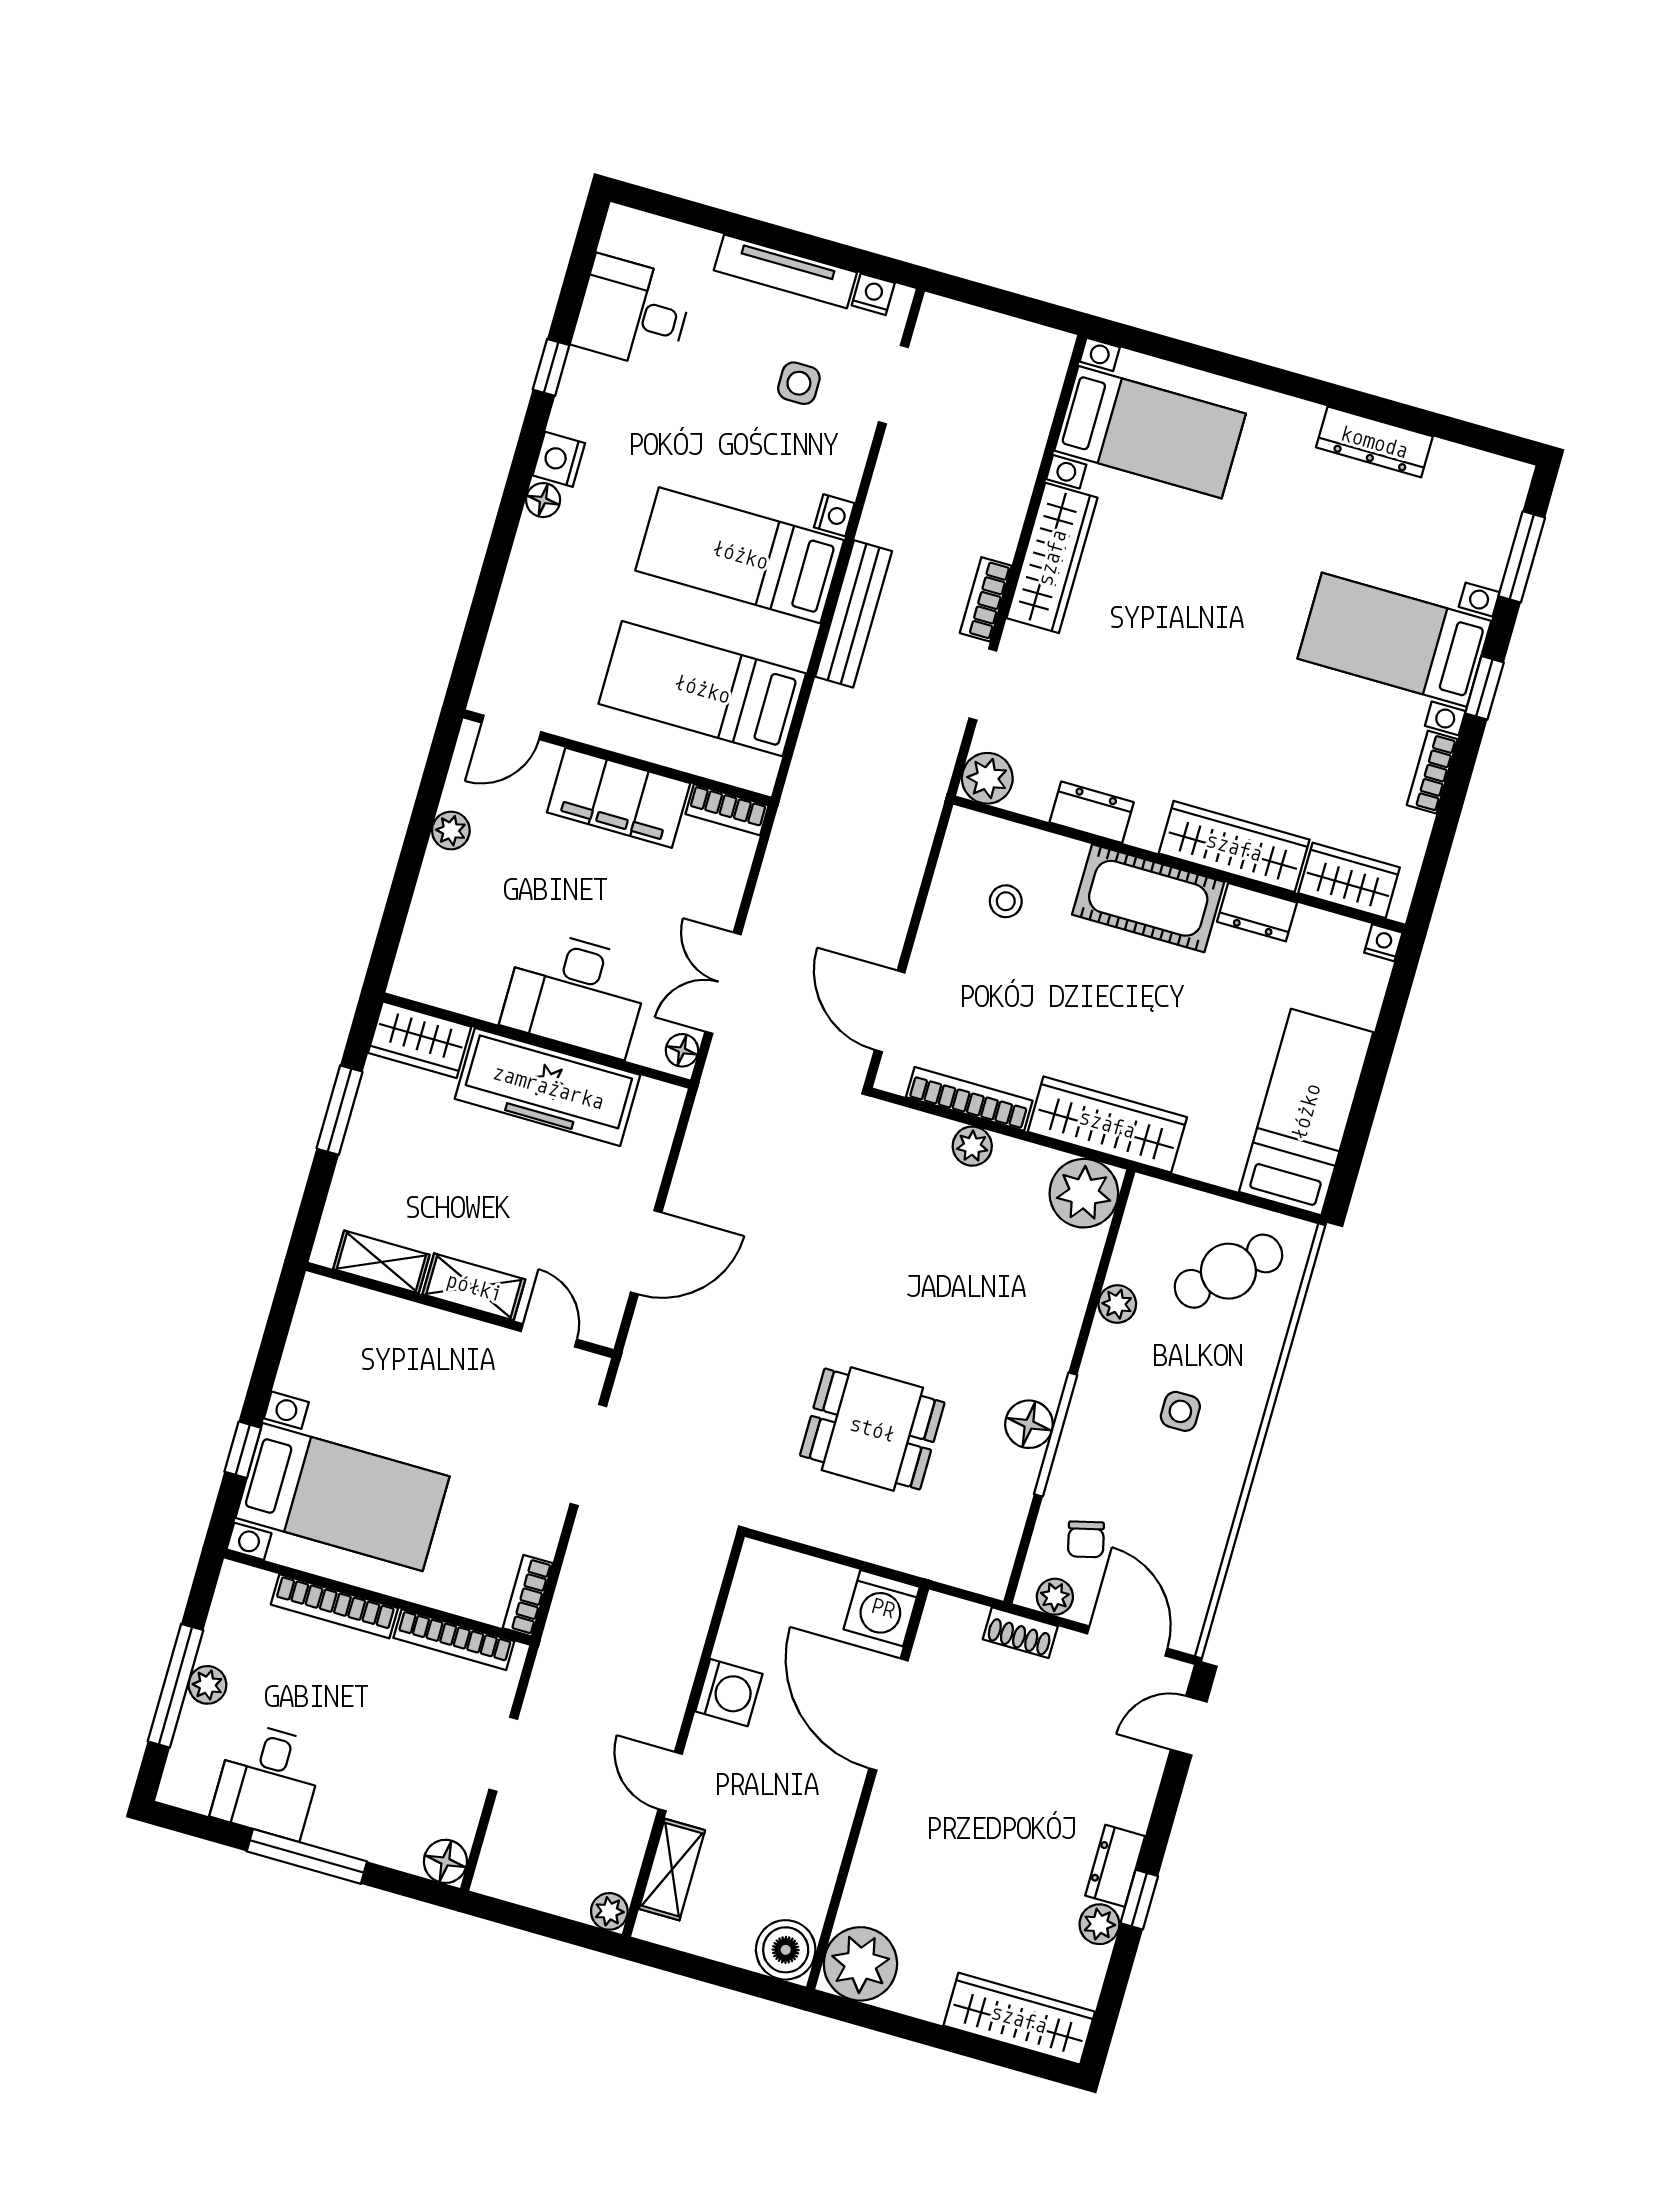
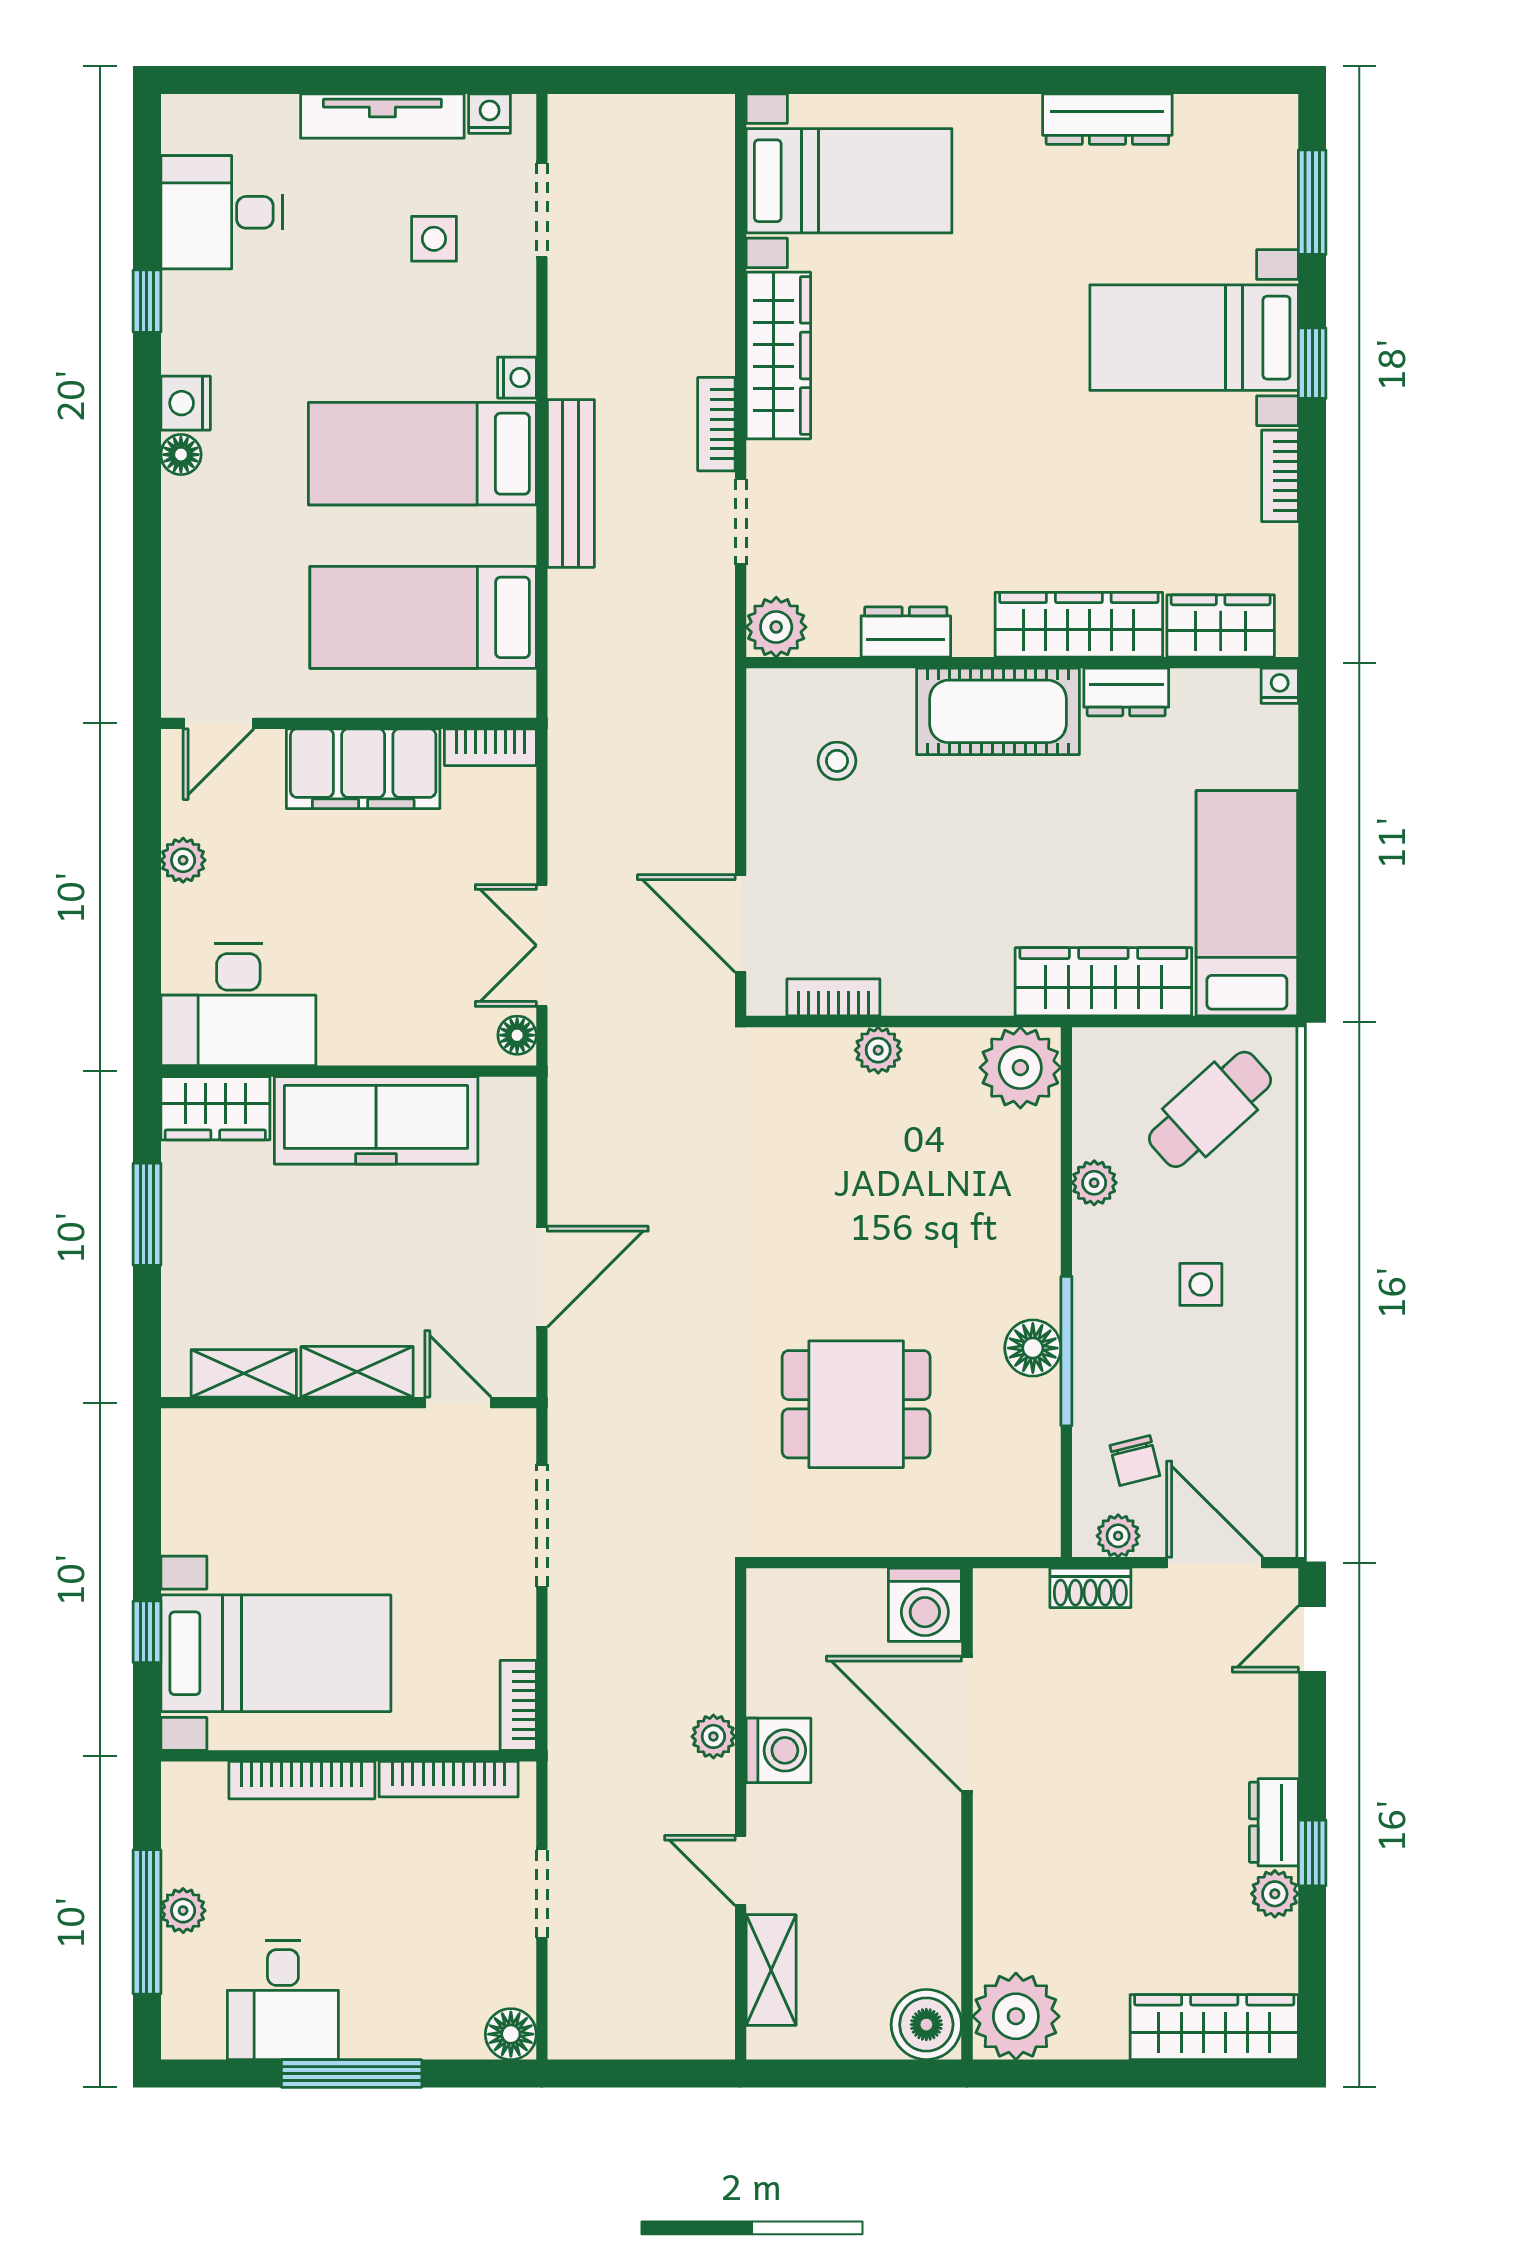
desk: (576, 993) -> (238, 1005), moved
bookcase: (969, 1099) -> (833, 997), width x0.64
wardrobe: (1107, 1124) -> (1103, 982), moved
plant: (609, 1911) -> (713, 1736), moved

